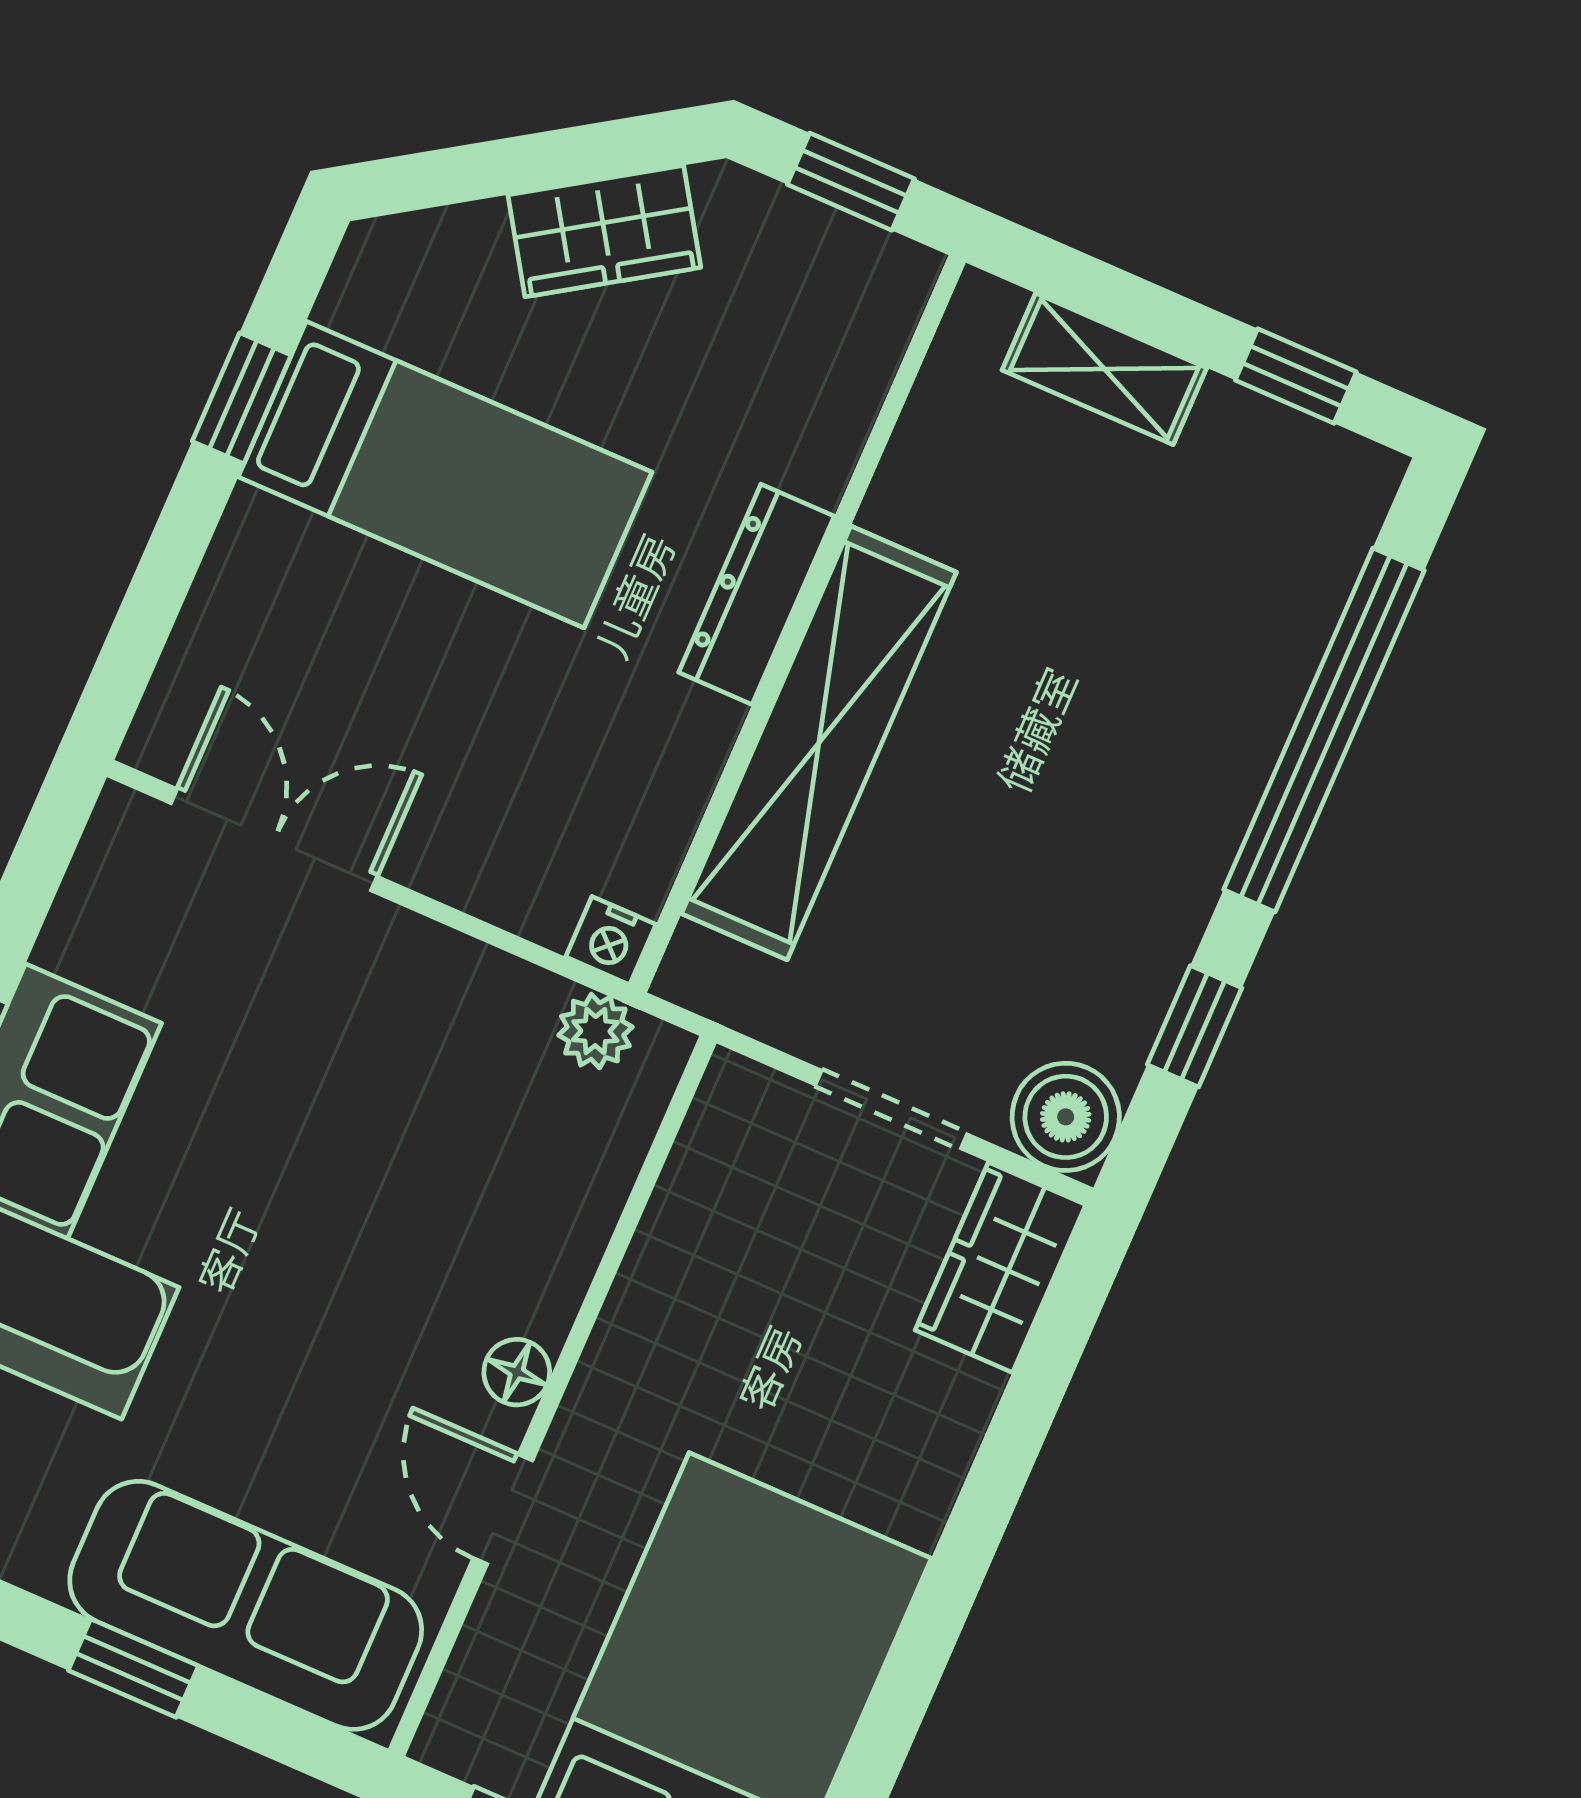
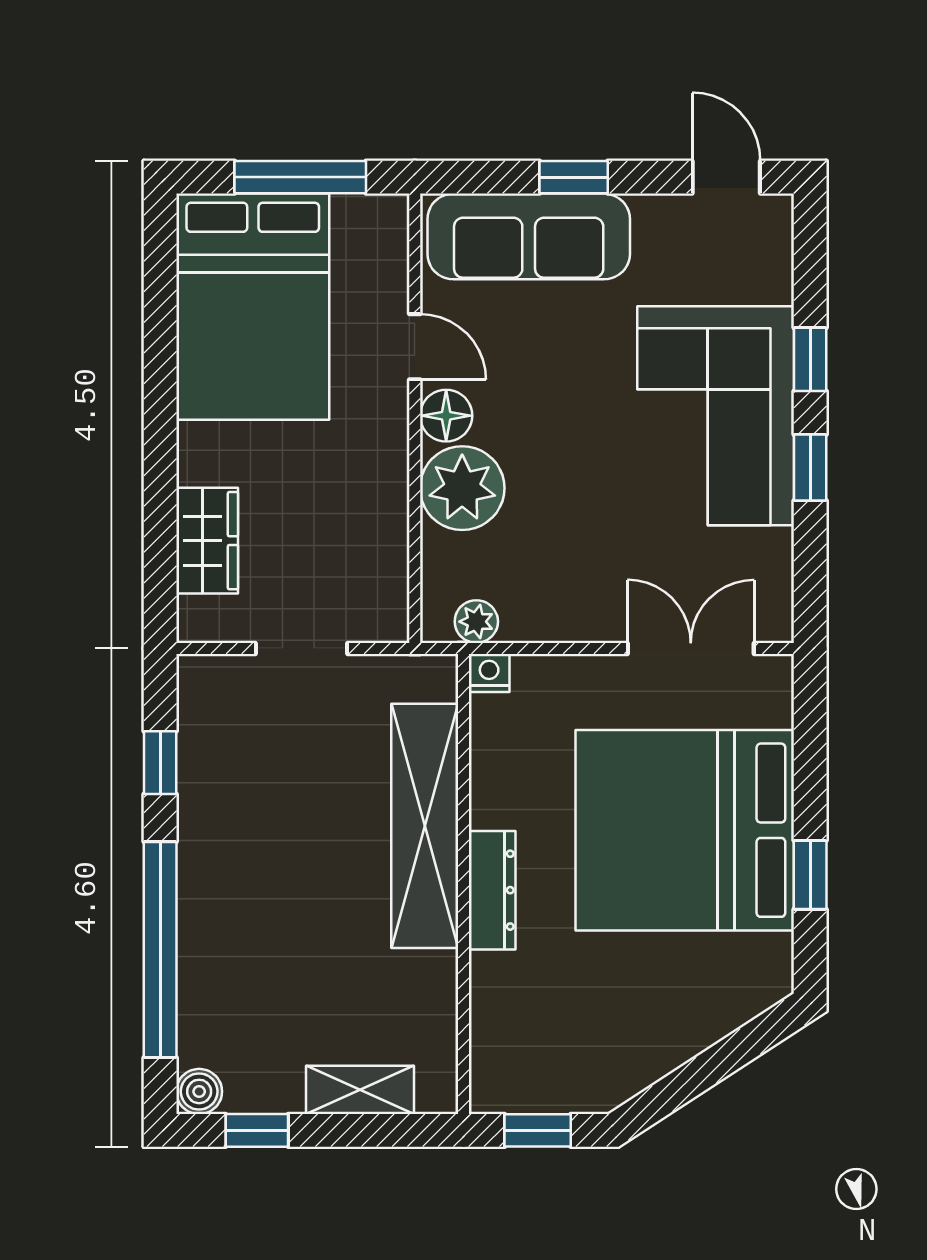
wardrobe: (604, 231) -> (657, 1047), removed
bed: (445, 475) -> (685, 830), width x2.04
double door: (274, 840) -> (691, 648), swing flipped
boiler: (1066, 1117) -> (199, 1091), moved, width x0.73, depth x0.73
plant: (525, 1252) -> (462, 488), added
wardrobe: (1000, 1267) -> (207, 541), moved
floor lamp: (517, 1372) -> (446, 416), width x1.37, depth x1.37

